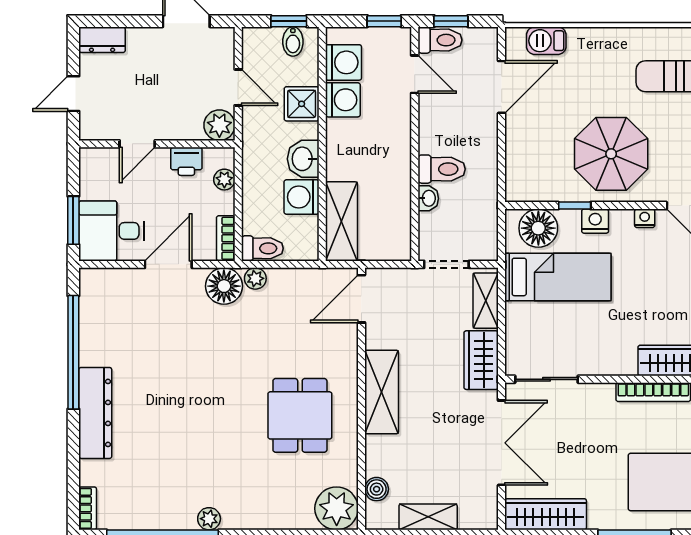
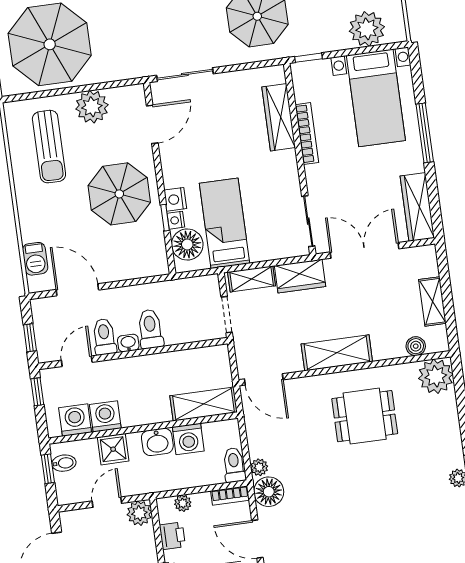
toilet: (440, 40) -> (104, 337), moved
washbasin: (428, 198) -> (128, 343), moved
nightstand: (645, 218) -> (176, 220), moved

